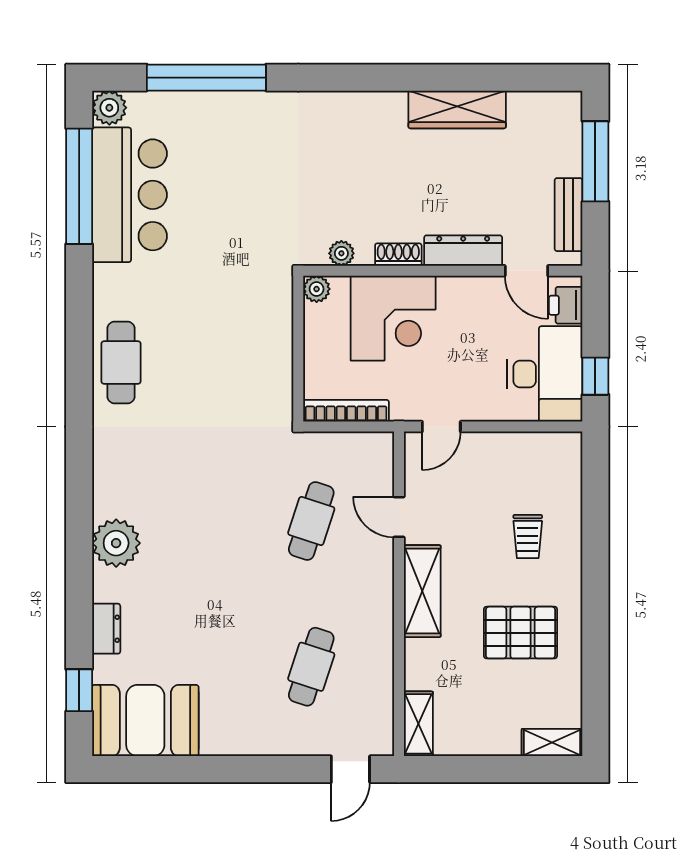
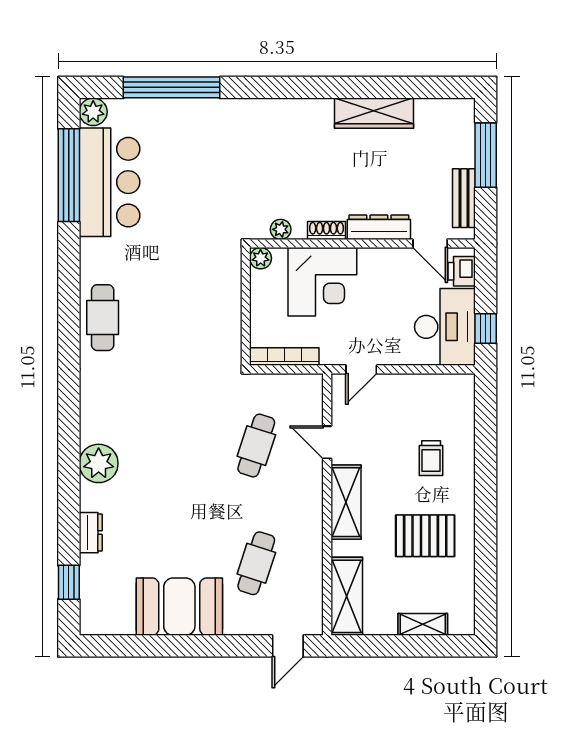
booth: (145, 720) -> (179, 607), moved
shelving: (418, 724) -> (347, 596), width x1.50, depth x1.33
shelving: (552, 742) -> (423, 624), moved

